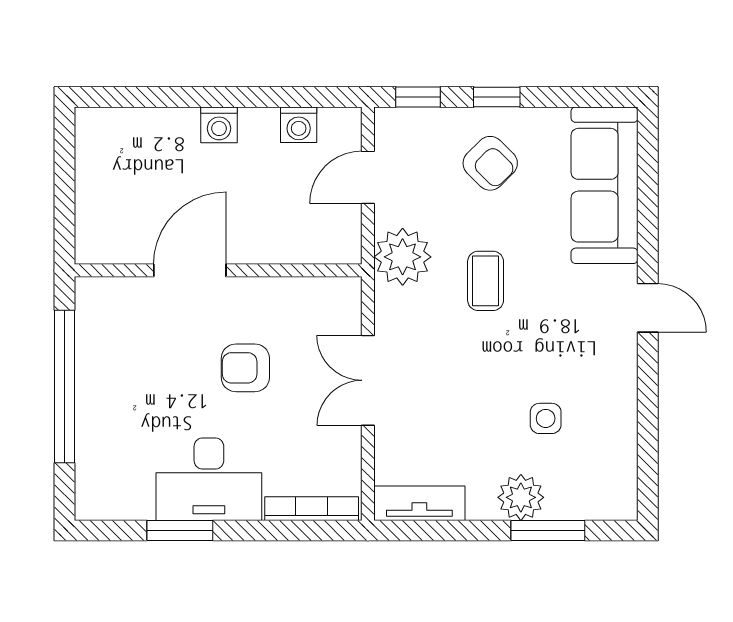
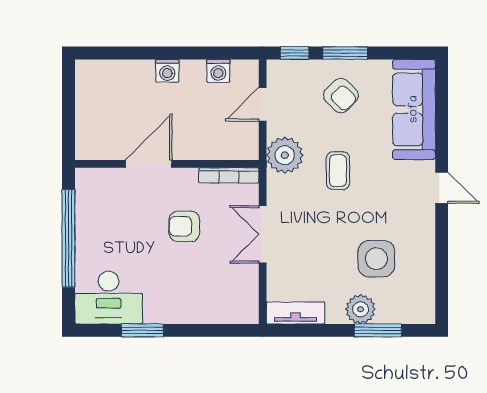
window: (497, 97) -> (345, 53), width x1.50
side table: (546, 418) -> (376, 259), width x1.87, depth x1.87
desk: (209, 479) -> (108, 298), moved
bookcase: (312, 509) -> (229, 175), moved, turned 180

